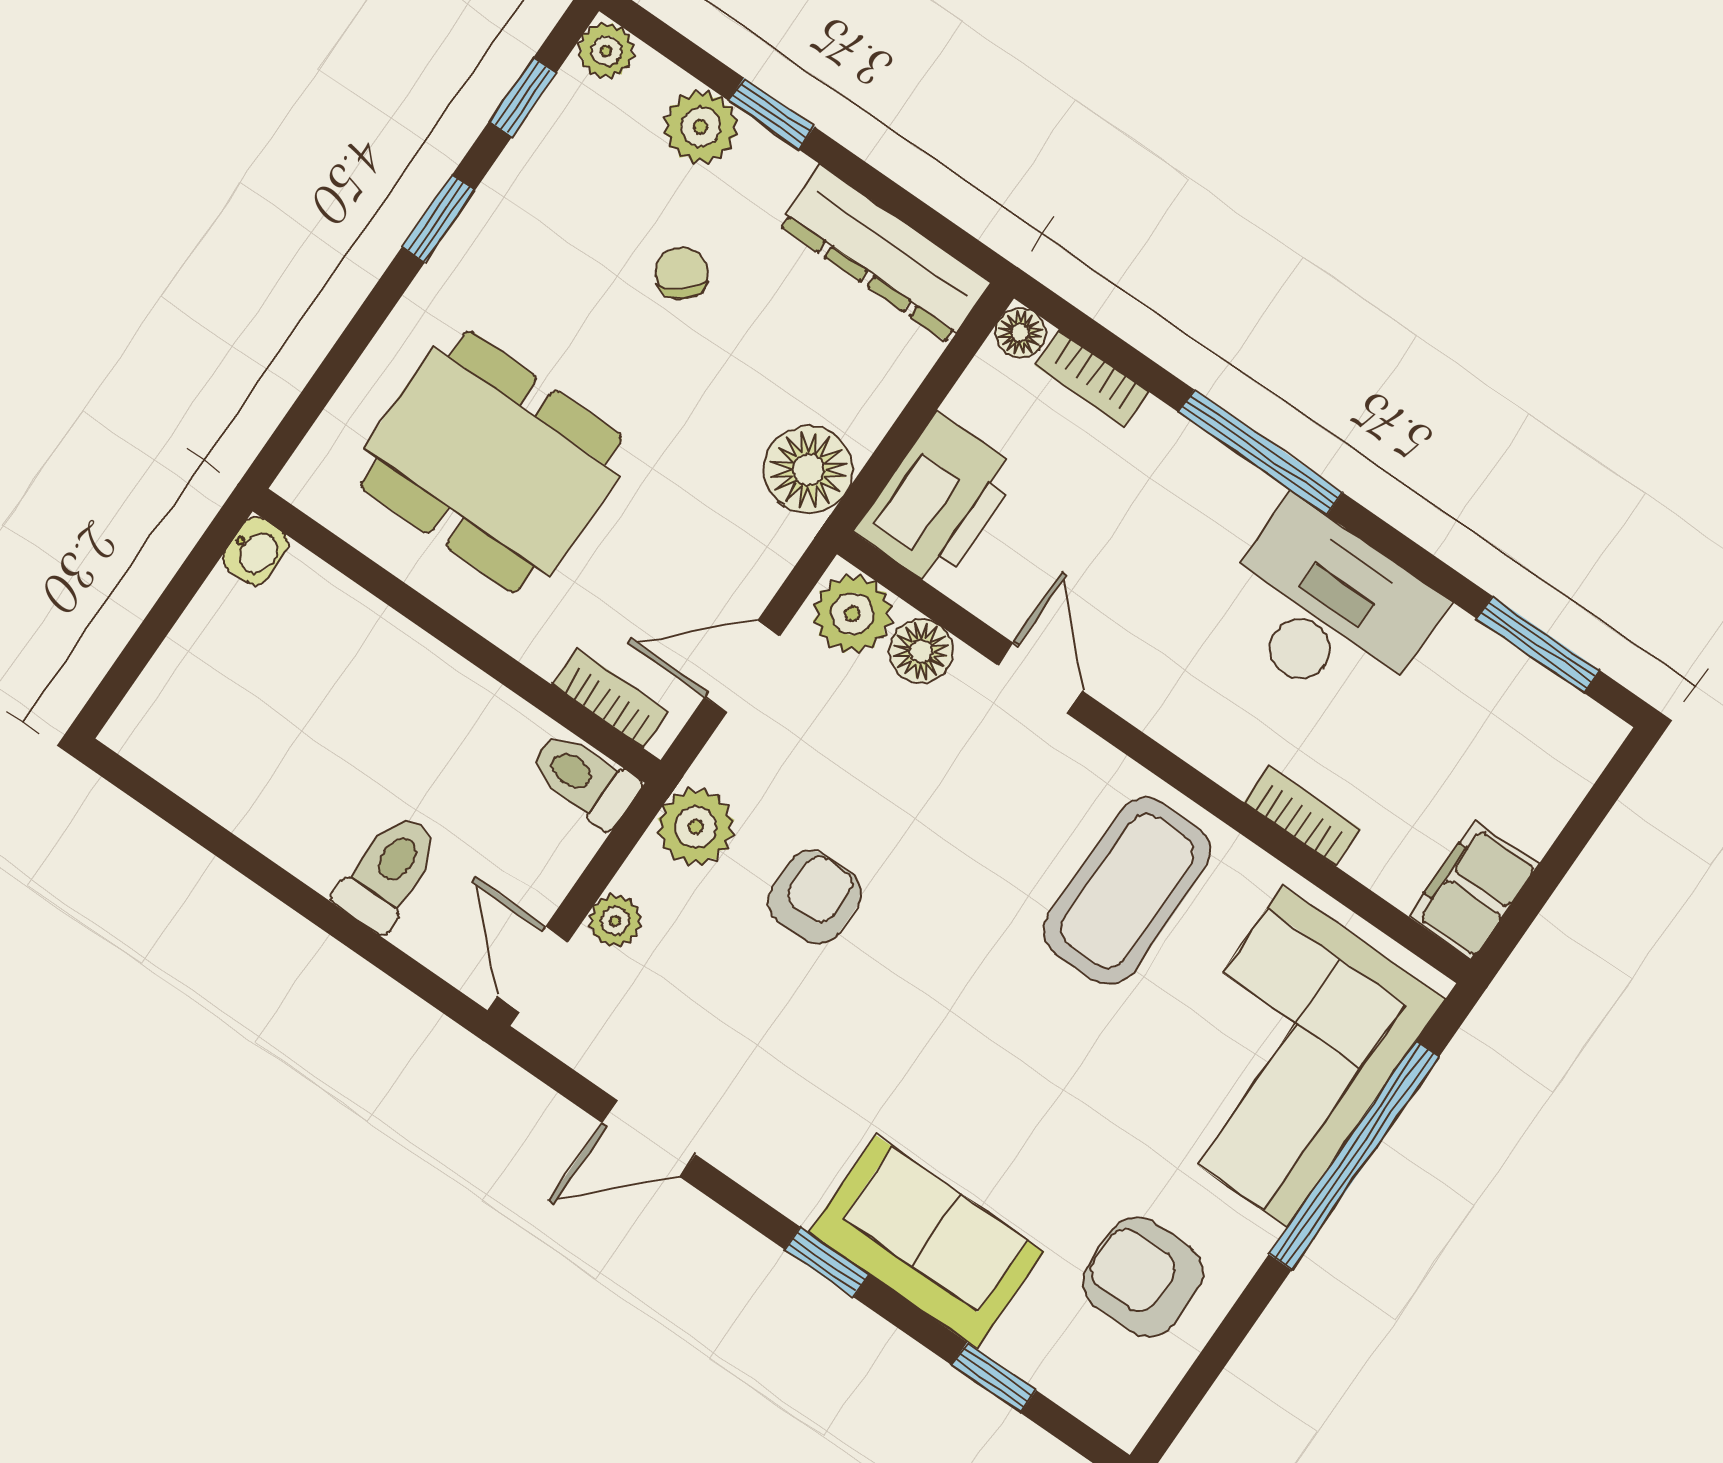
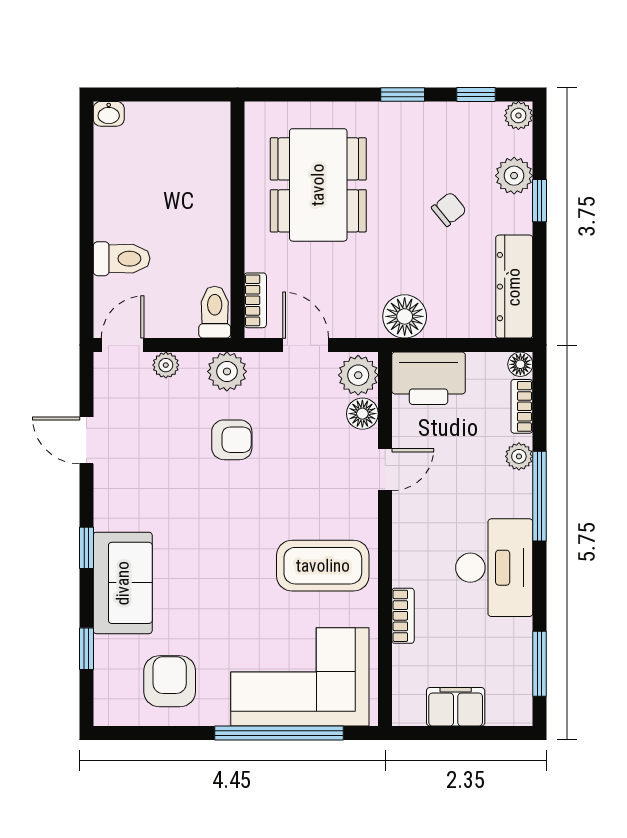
plant: (1171, 441) -> (519, 456), added
washbasin: (256, 551) -> (109, 114), moved
filing cabinet: (1473, 890) -> (456, 707), moved

